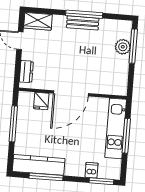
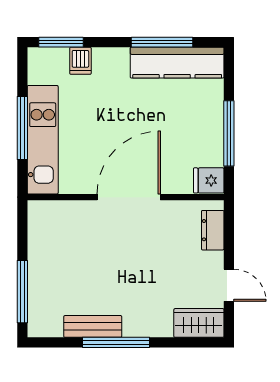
bench: (83, 23) -> (93, 326), moved
plant: (123, 47) -> (41, 289), removed
fridge: (41, 101) -> (209, 180), moved, turned -90

